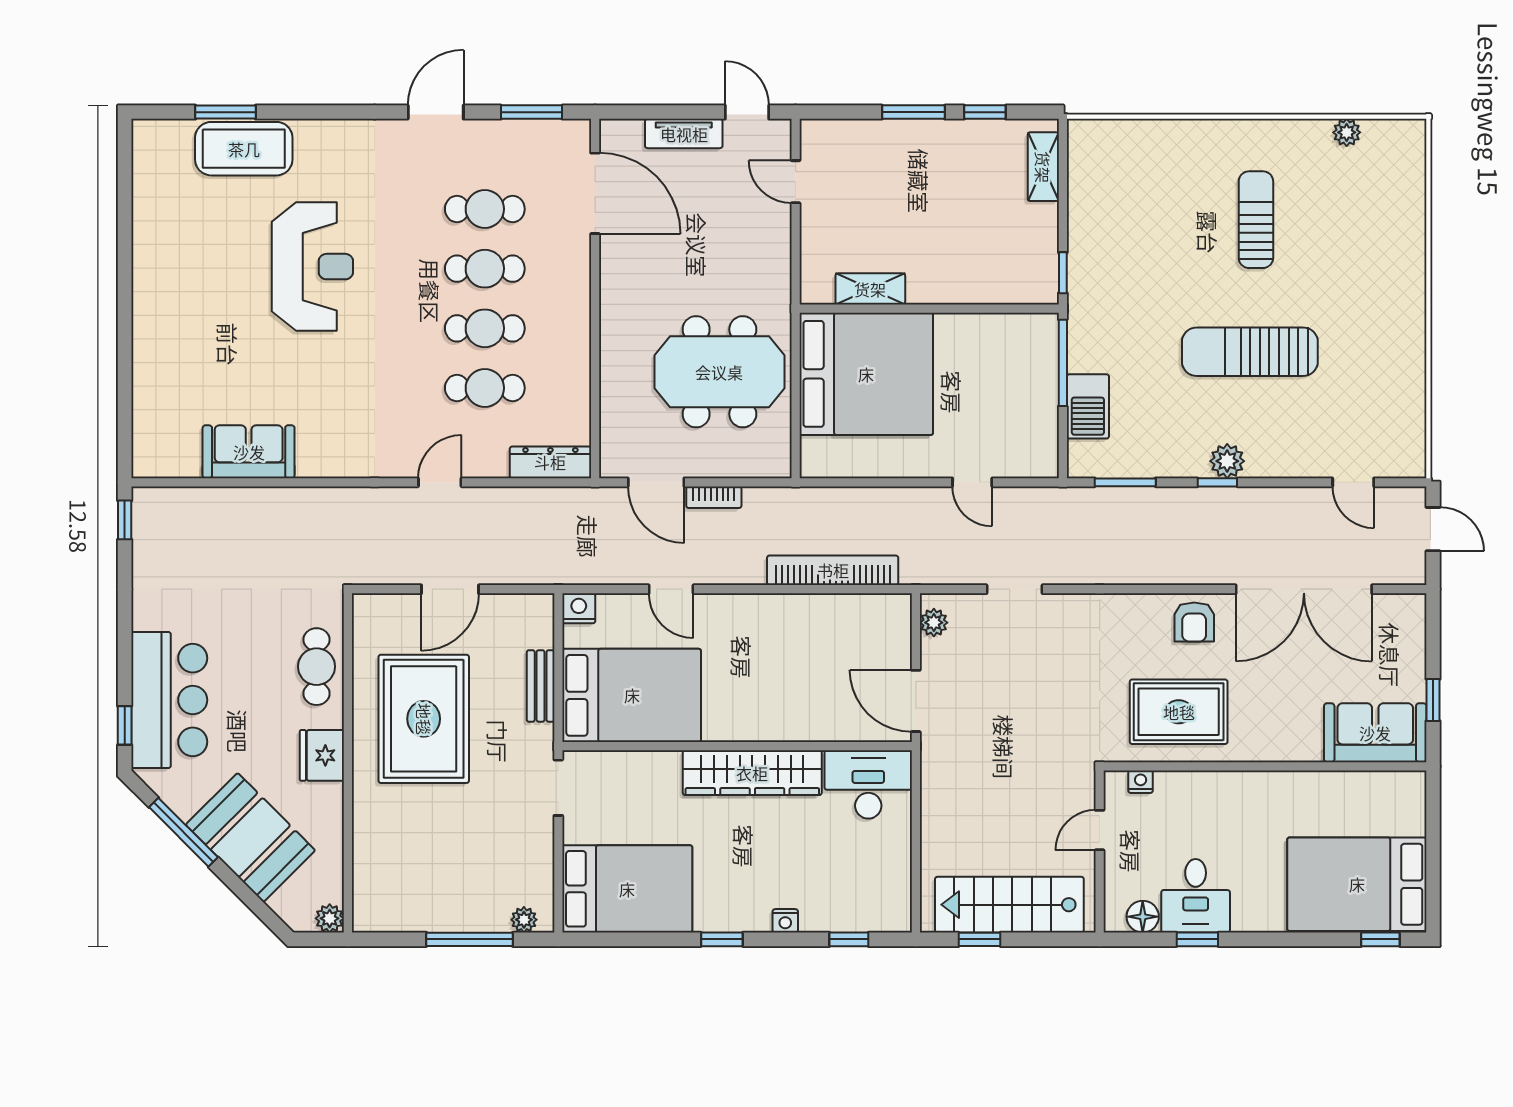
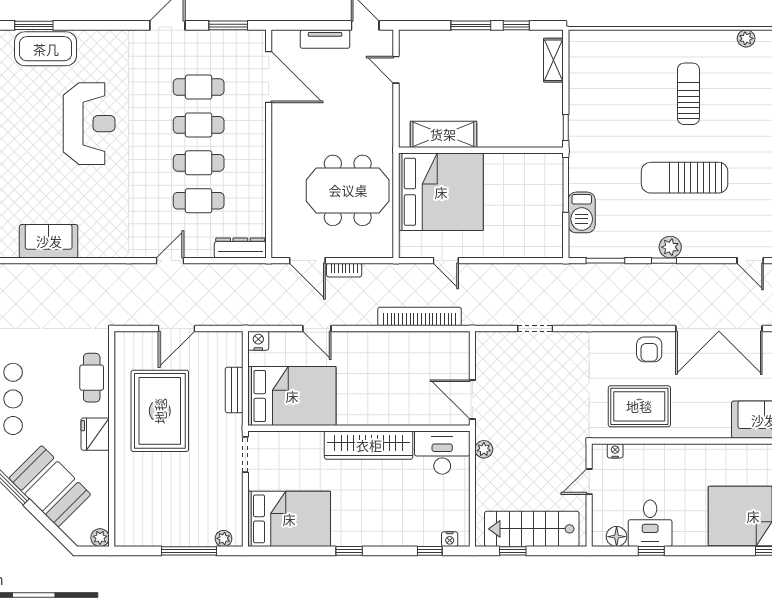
shelving: (870, 289) -> (443, 134), width x1.50, depth x1.33
door: (972, 482) -> (446, 261), moved
plant: (934, 623) -> (484, 449), moved
nightstand: (785, 921) -> (450, 539), moved

